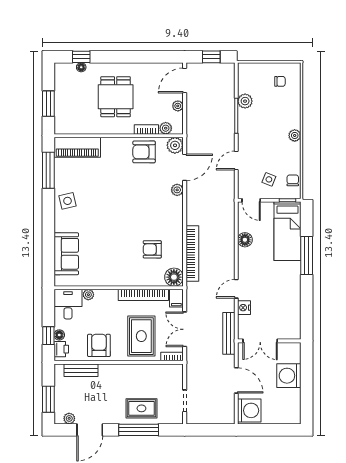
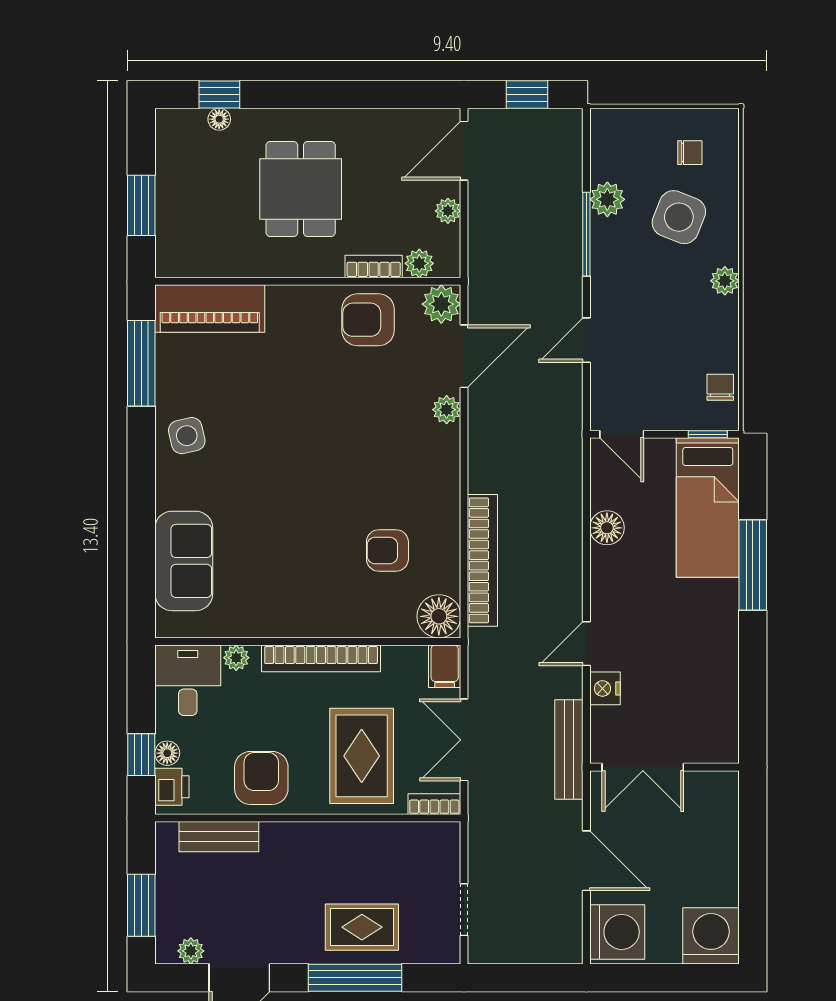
side table: (269, 179) -> (679, 217), moved, width x1.87, depth x1.87
bookcase: (143, 295) -> (321, 658), moved
washing machine: (289, 376) -> (711, 936), moved, turned 90

